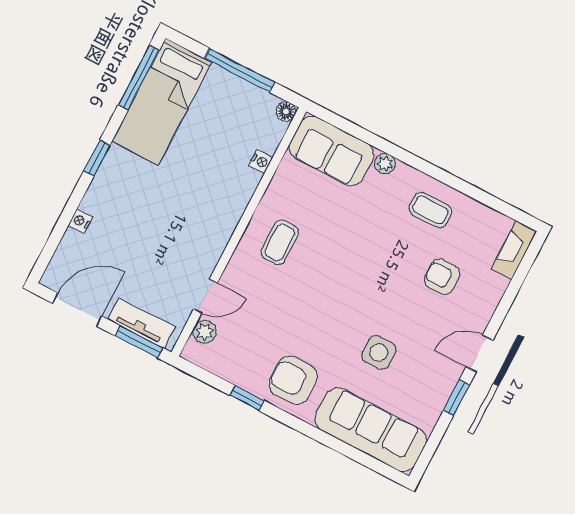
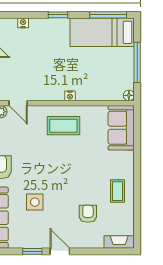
nightstand: (261, 161) -> (70, 96), moved
plant: (385, 164) -> (129, 157), removed
coffee table: (280, 242) -> (63, 126), width x1.36, depth x1.30

